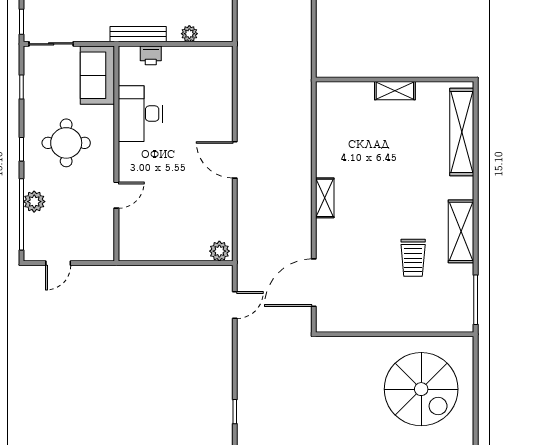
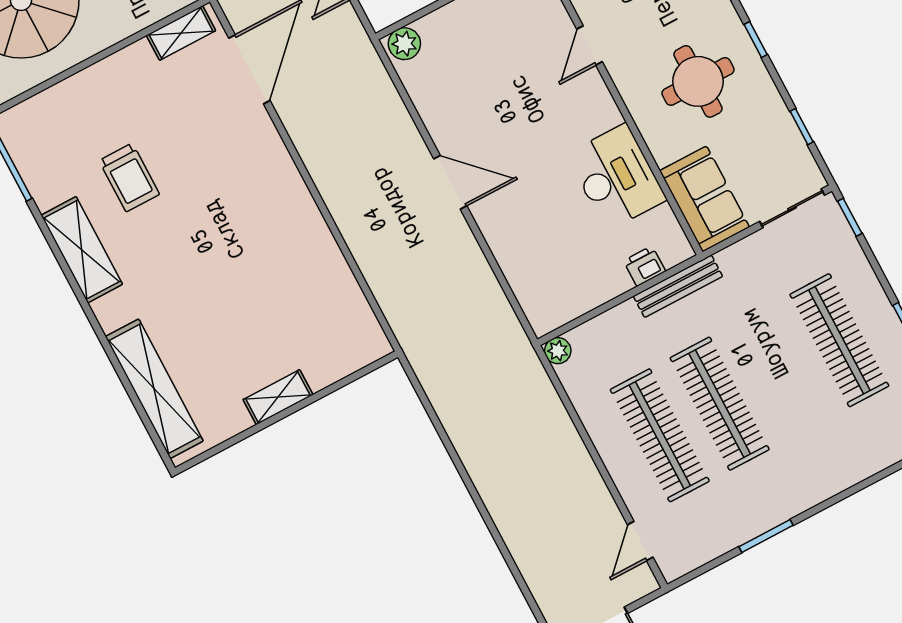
plant: (189, 34) -> (558, 351), moved
shelving: (325, 198) -> (181, 33), moved, turned 90
trolley: (413, 258) -> (129, 177), turned 180

